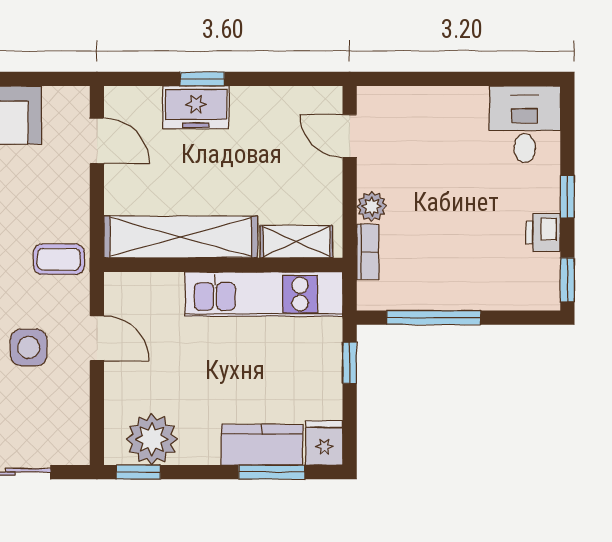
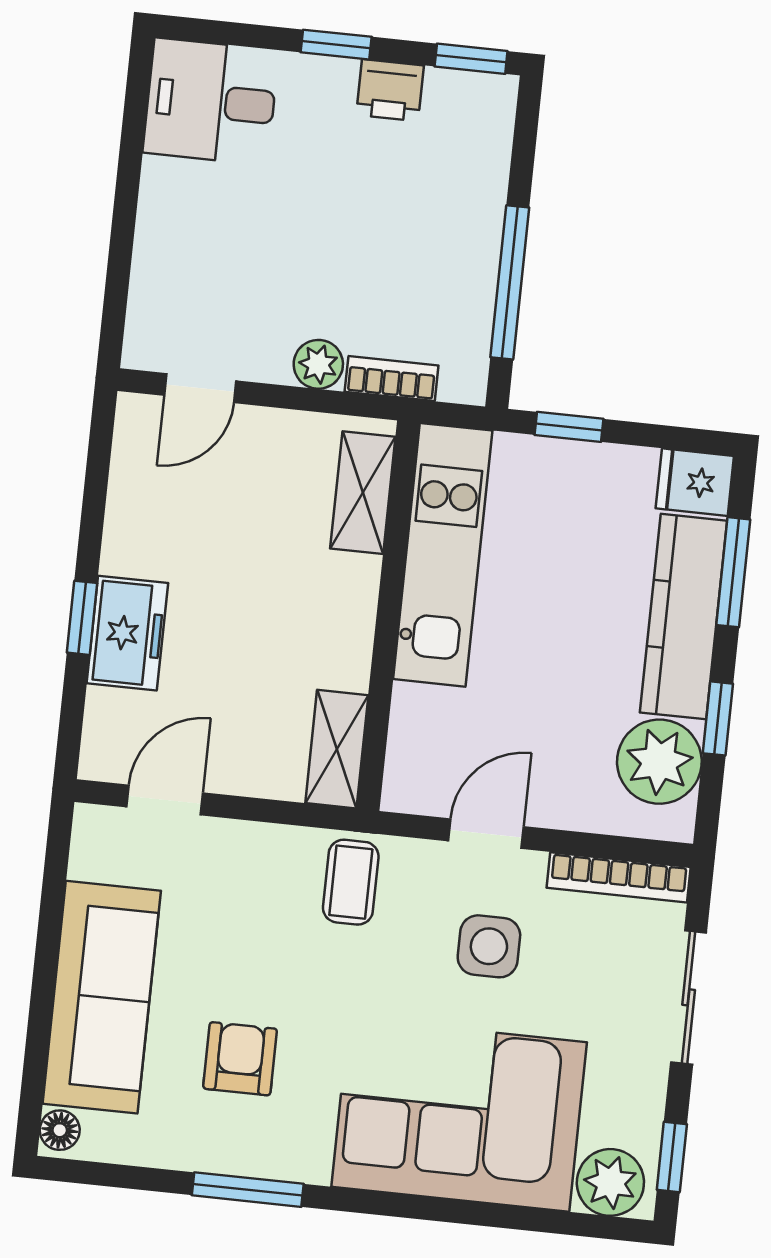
shelving: (181, 237) -> (337, 749), width x0.45, depth x0.75
bookcase: (79, 422) -> (619, 877), added
kitchen counter: (262, 445) -> (684, 617), width x1.50
window: (138, 472) -> (718, 718), moved

